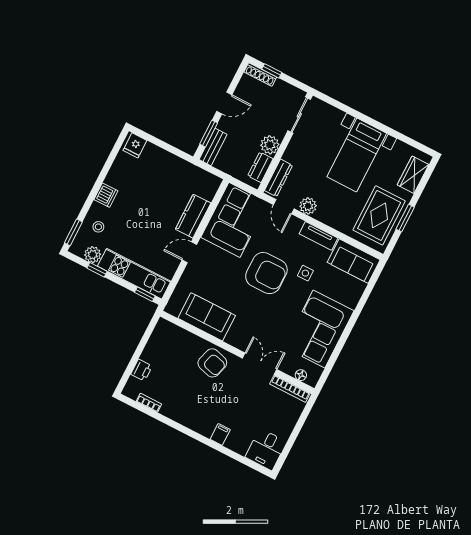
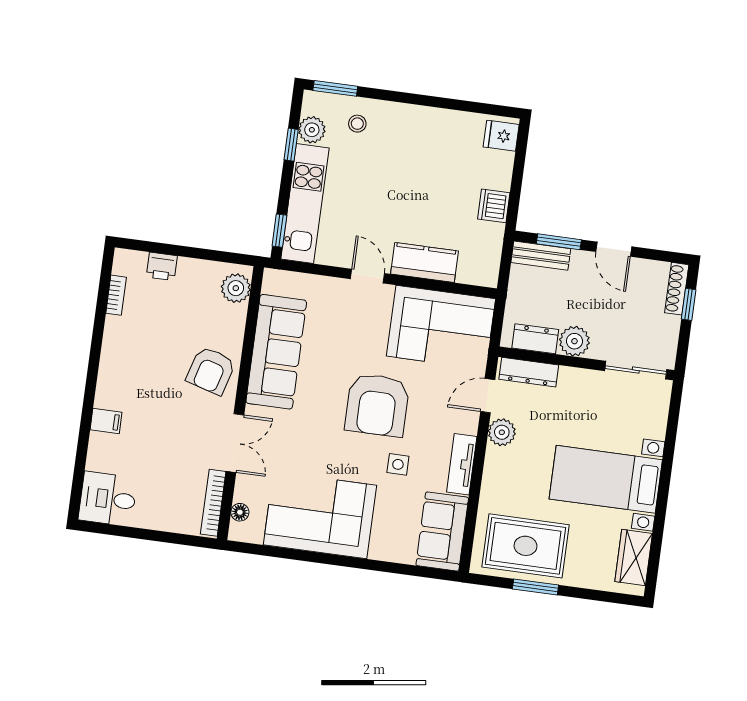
wardrobe: (413, 175) -> (634, 558), moved, turned -90
dishwasher: (106, 195) -> (494, 206), moved, turned 90
sofa: (207, 317) -> (276, 352), width x1.36
plant: (169, 331) -> (236, 288), added

